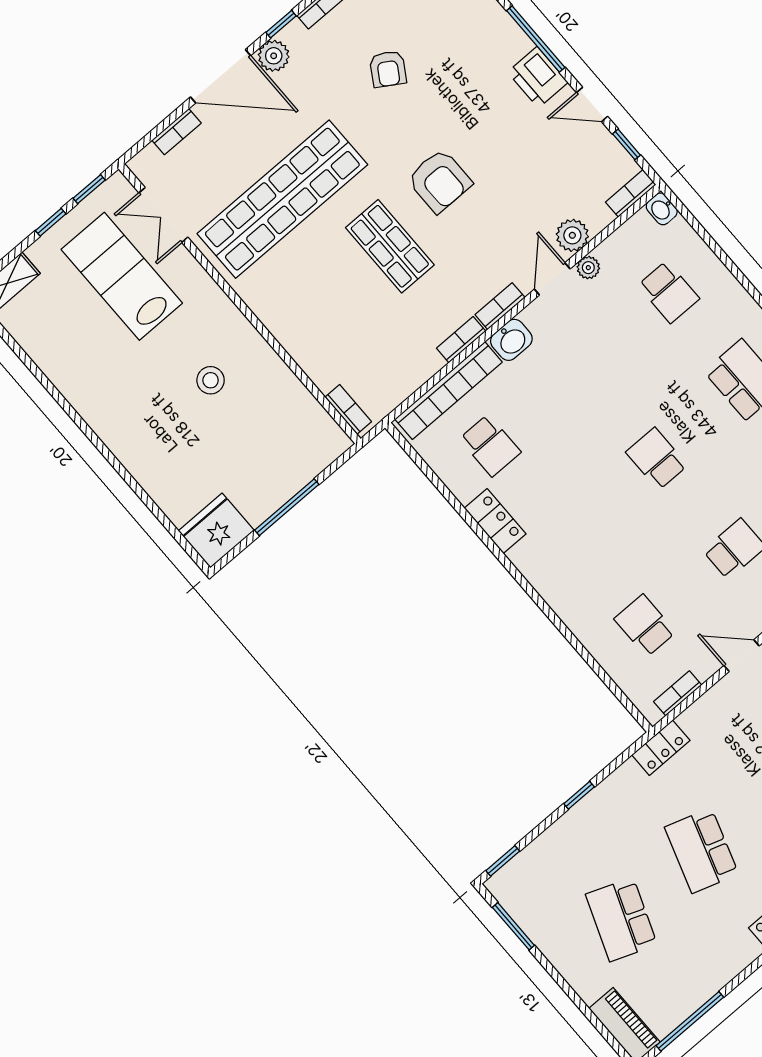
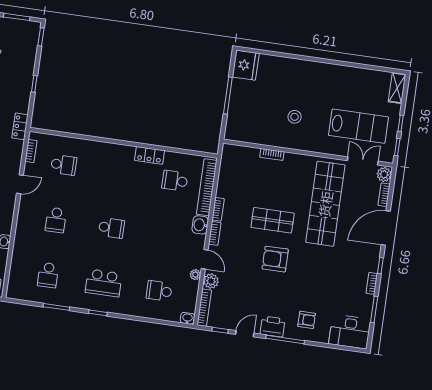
plant: (274, 56) -> (384, 174), moved
armchair: (388, 69) -> (307, 320), moved, turned 148
bookcase: (631, 193) -> (204, 308), width x1.56
bookcase: (348, 409) -> (272, 154), moved

